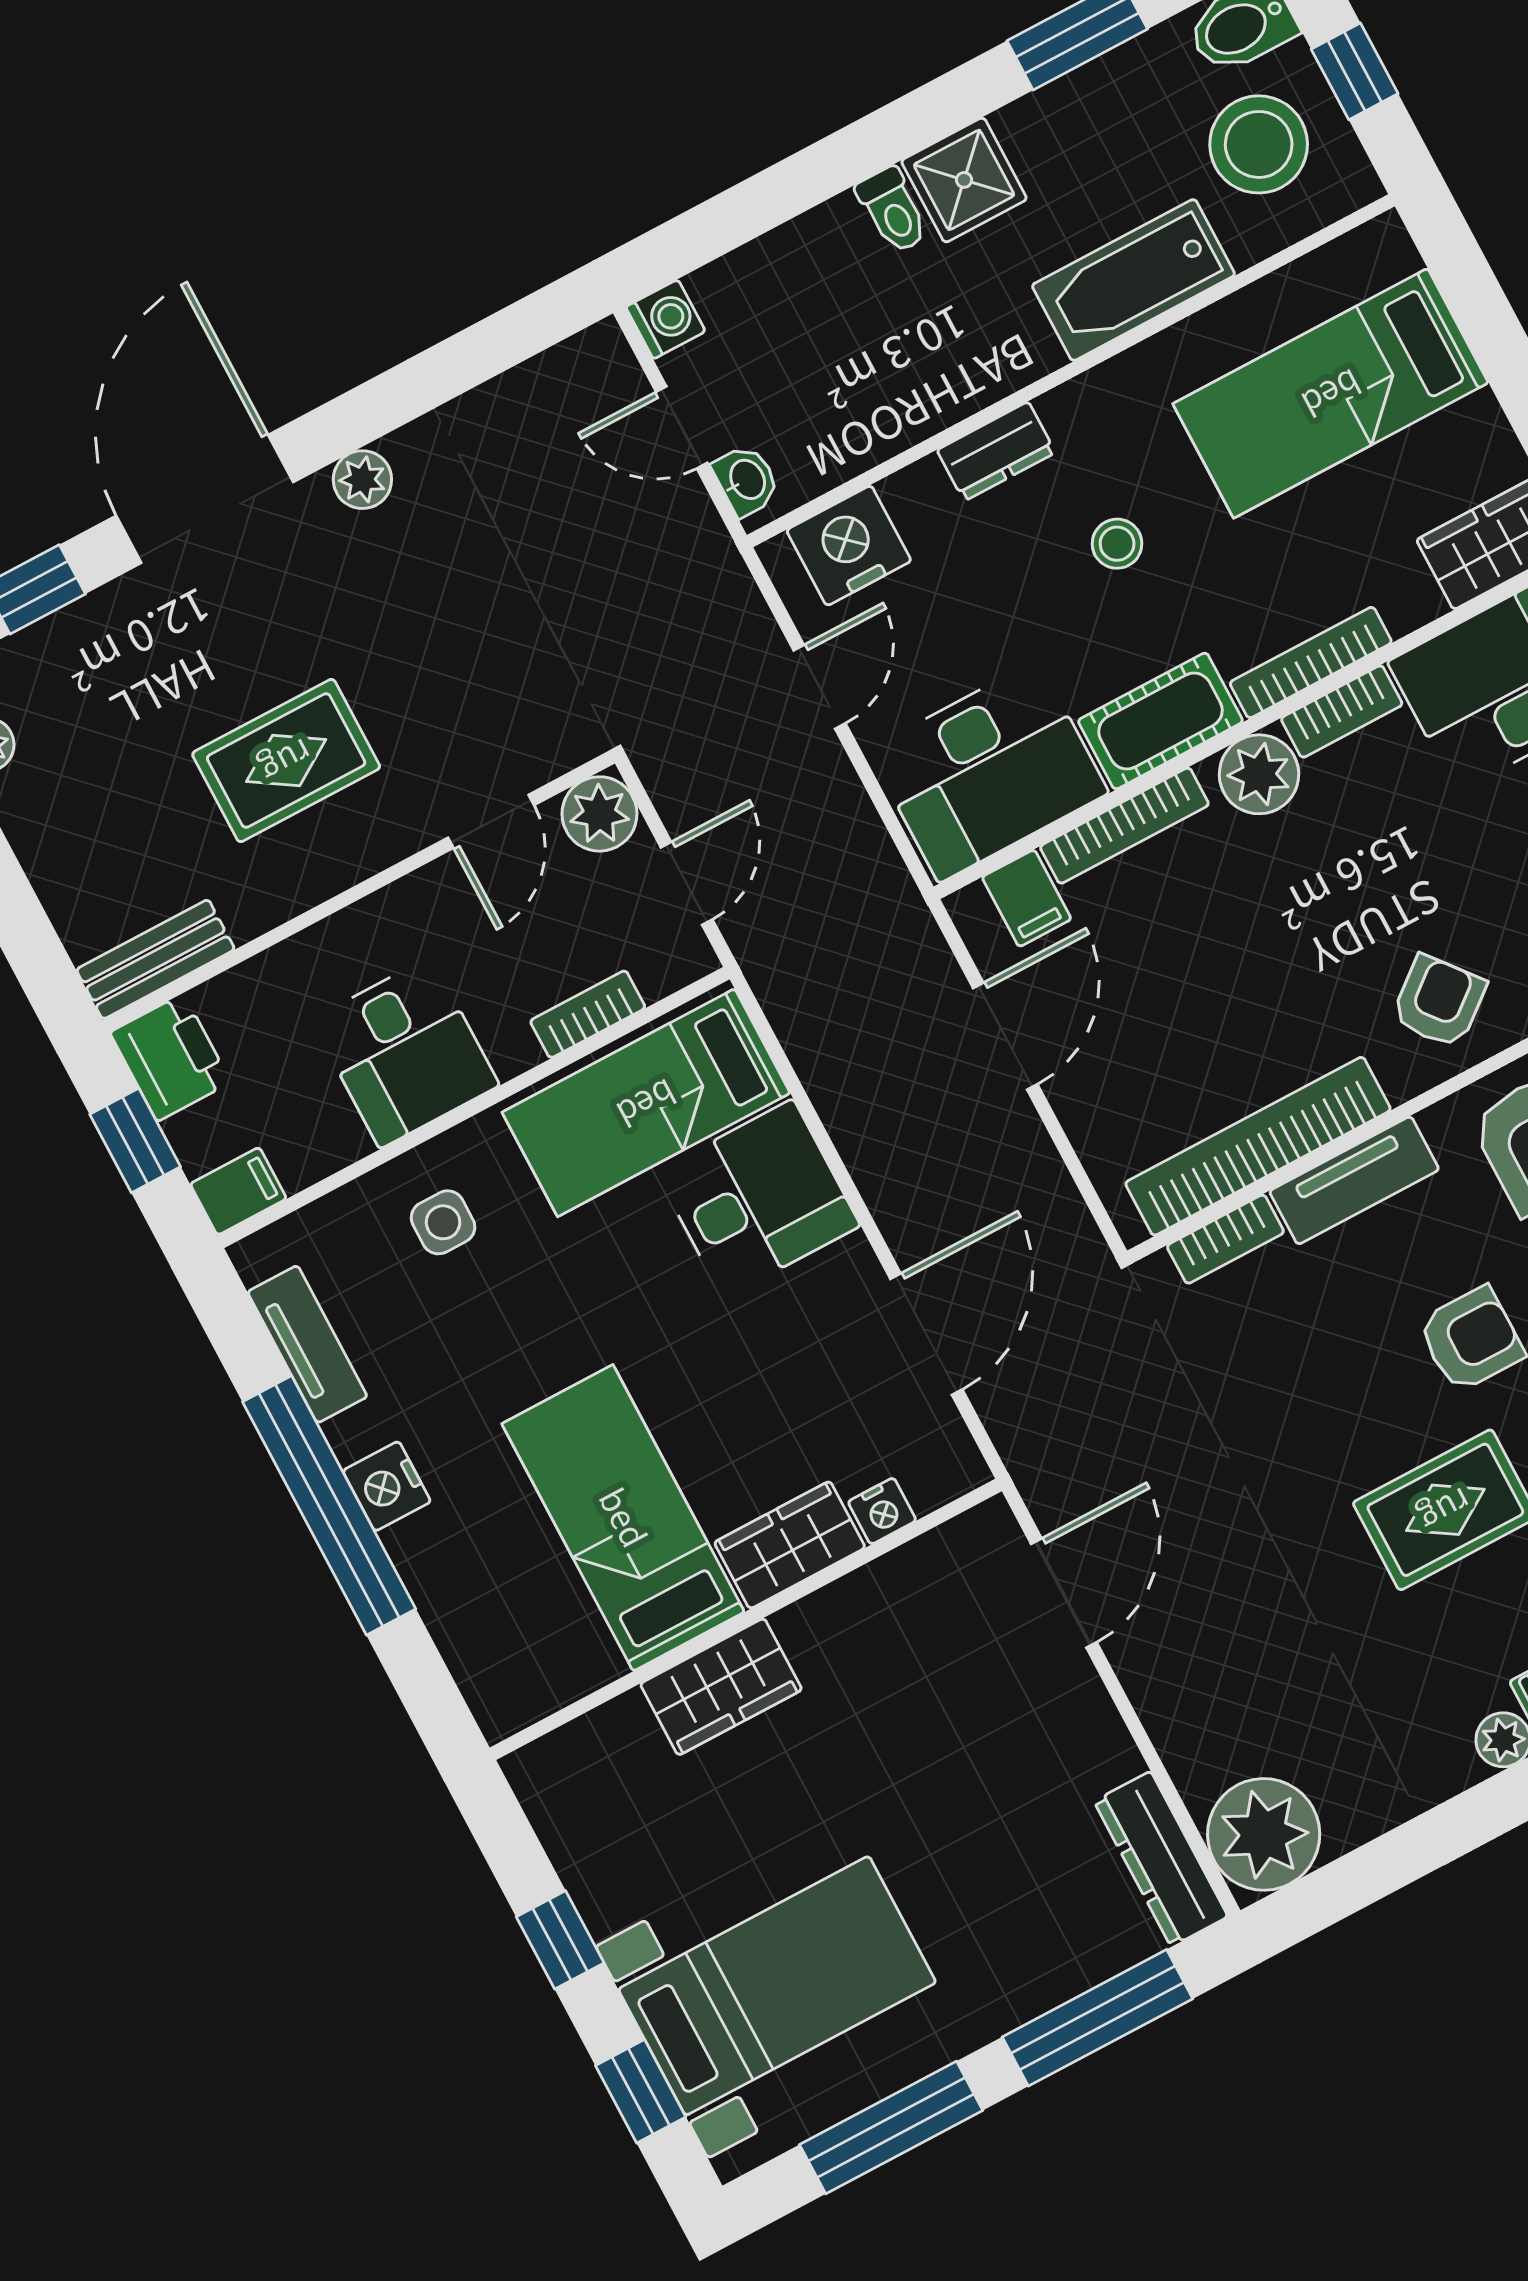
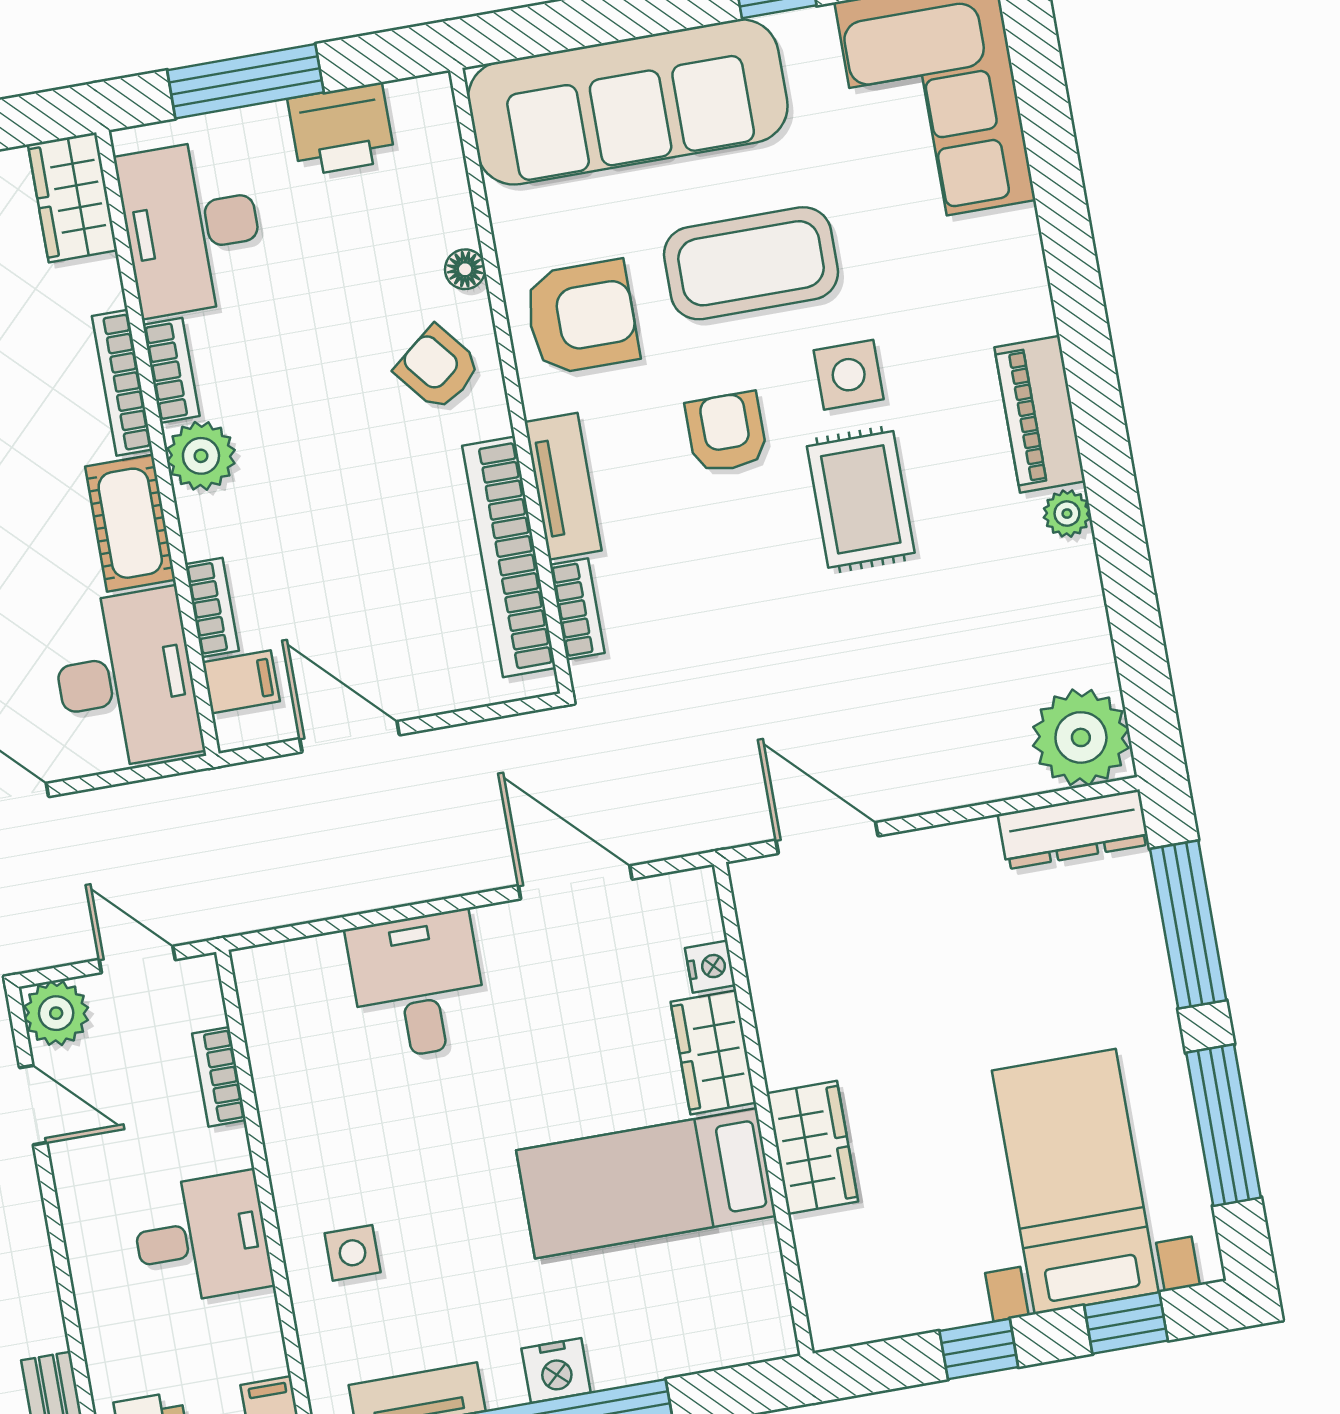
bookcase: (1124, 826) -> (212, 607), width x0.64
bed: (646, 1103) -> (308, 1052), removed

